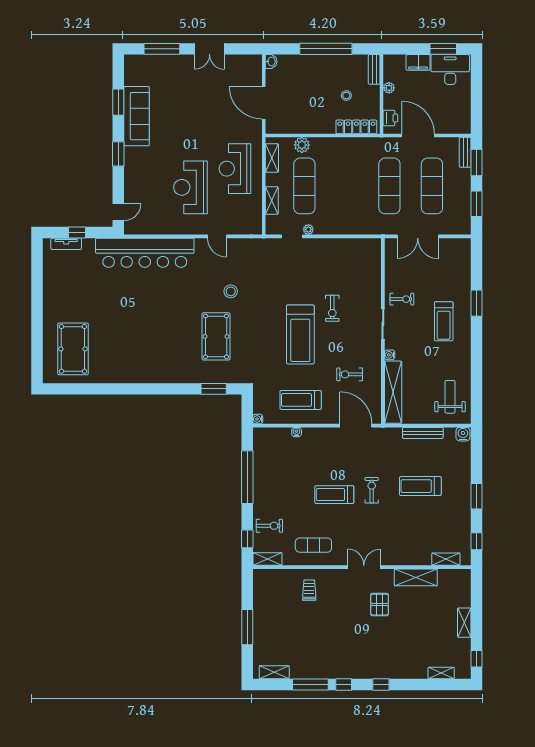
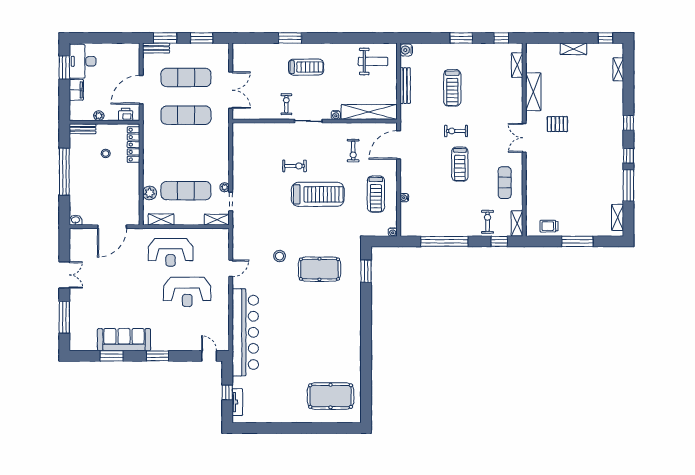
shelving: (272, 201) -> (217, 220), moved
weight bench: (450, 397) -> (373, 61), turned 180
trolley: (309, 590) -> (549, 226), moved

